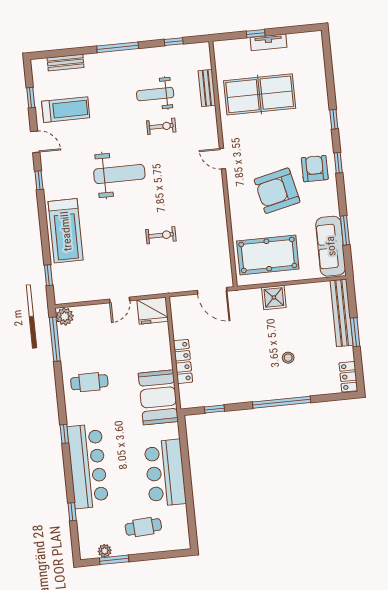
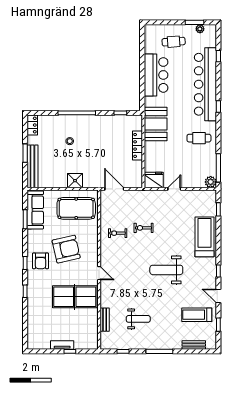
table tennis table: (260, 94) -> (75, 297), moved
exercise bike: (161, 126) -> (118, 233), moved
bar counter: (88, 466) -> (205, 84), width x1.36

